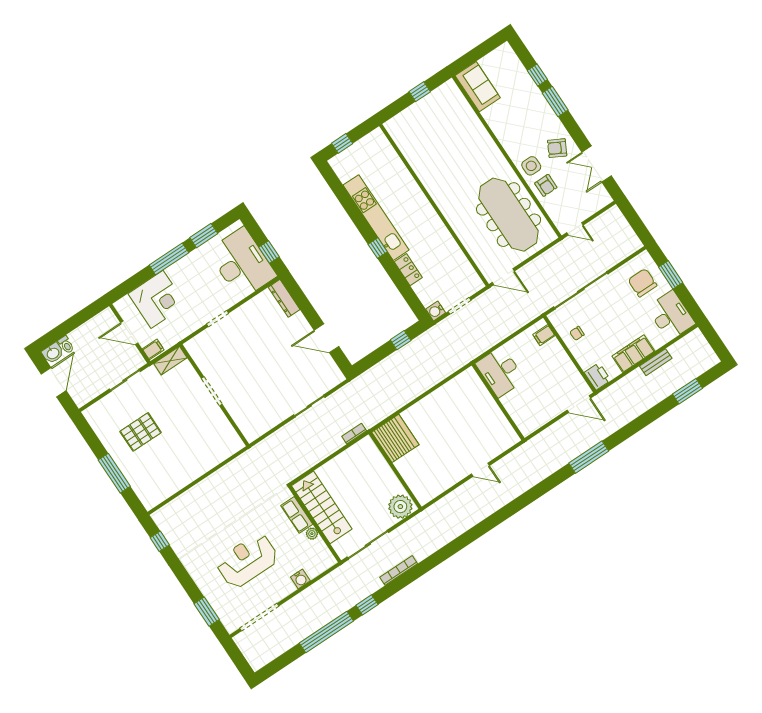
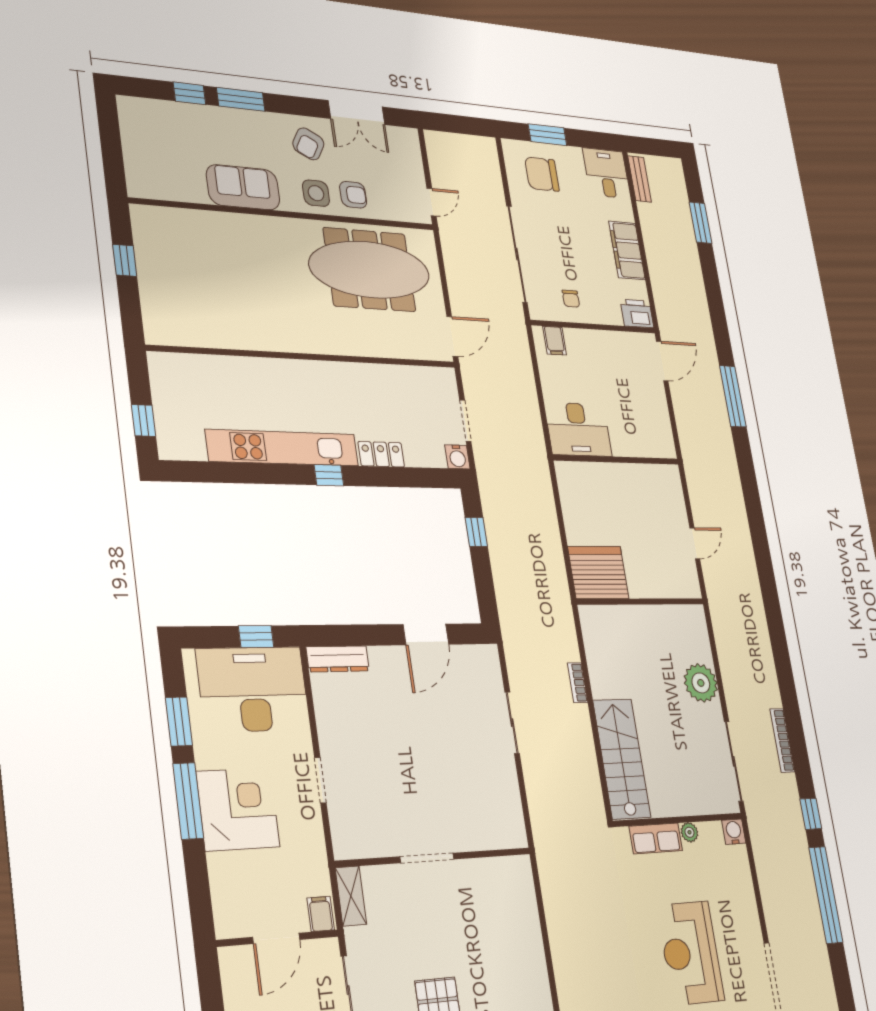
sofa: (478, 87) -> (243, 187), moved
corner desk: (157, 299) -> (238, 809), moved
desk: (671, 316) -> (607, 173), width x0.73
bench: (656, 362) -> (640, 179), moved
server rack: (395, 438) -> (598, 572), moved
wall: (395, 470) -> (641, 602), moved
stairs: (322, 507) -> (622, 759), moved, turned 90
water cooler: (300, 579) -> (734, 832), moved, turned -90

